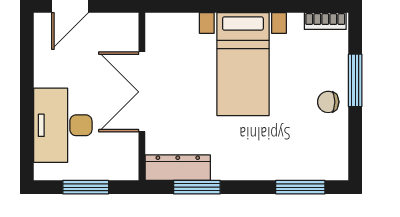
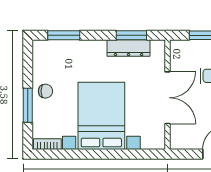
bed with nightstands: (243, 64) -> (101, 116), width x1.36
dresser: (178, 168) -> (129, 48), moved

